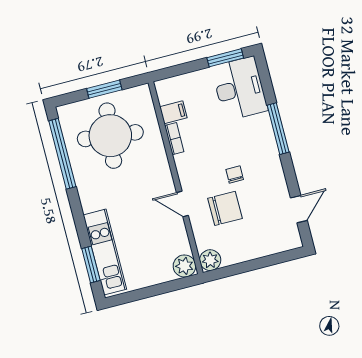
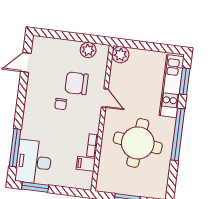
window: (278, 129) -> (15, 148), moved
round table: (110, 136) -> (138, 143), moved
window: (62, 154) -> (178, 134), moved
plant: (210, 260) -> (88, 50), moved

